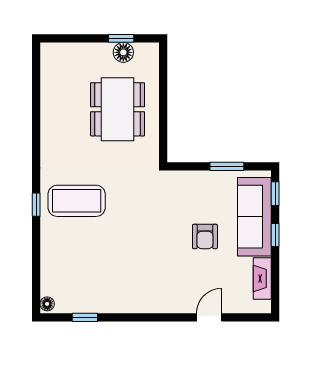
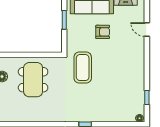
dining table: (118, 109) -> (33, 80), turned 90
coffee table: (77, 201) -> (83, 68), moved

